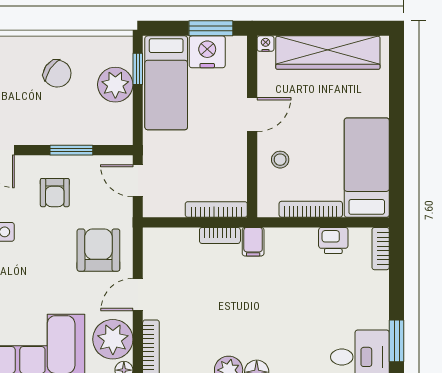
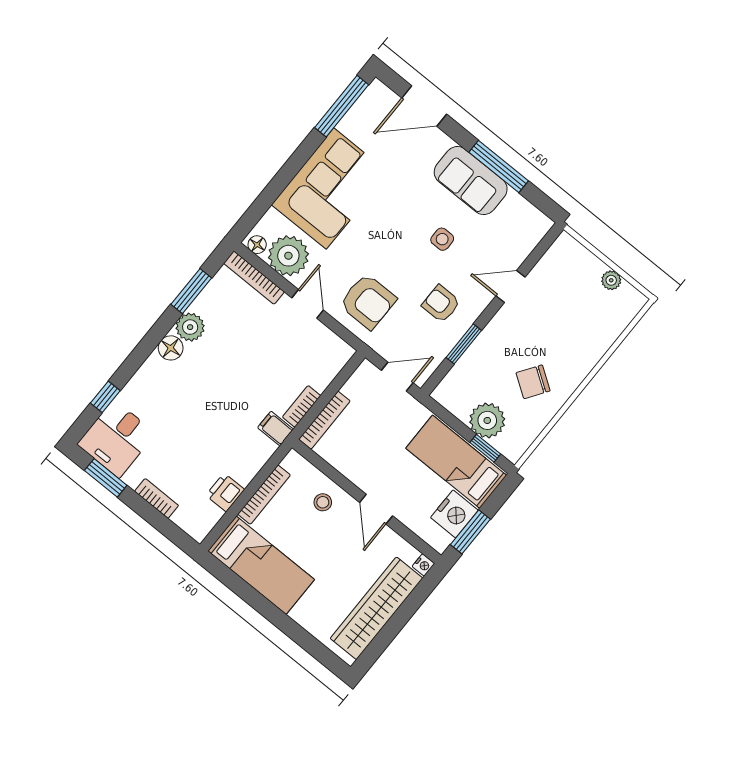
bookcase: (381, 249) -> (157, 498), moved

